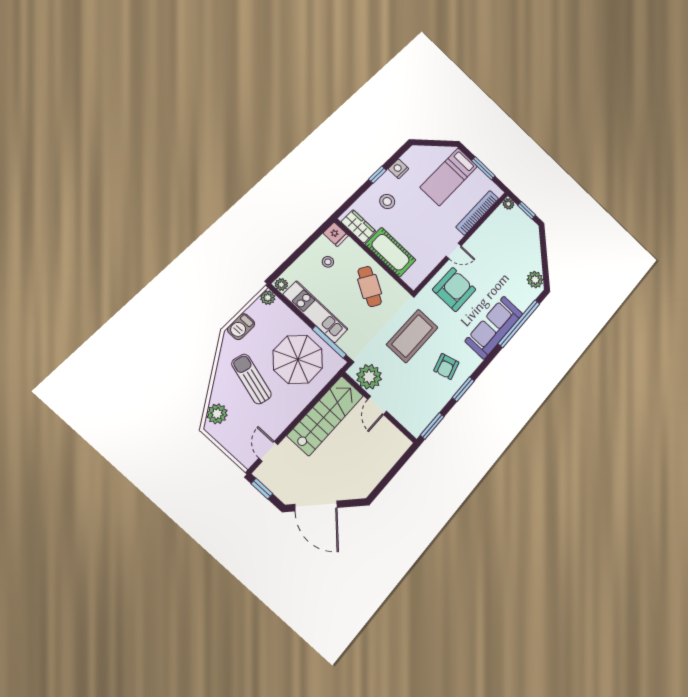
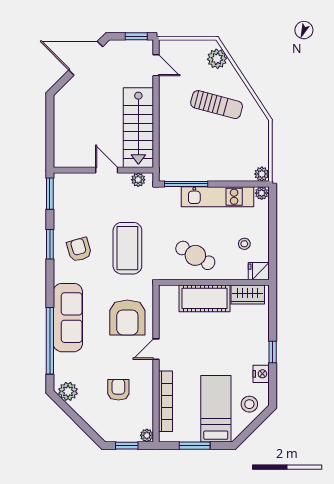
stool: (387, 201) -> (249, 404), moved
armchair: (502, 249) -> (118, 390), added
barbecue: (241, 327) -> (260, 135), removed
parasol: (298, 359) -> (197, 149), removed
plant: (369, 377) -> (138, 180), width x0.53, depth x0.53

